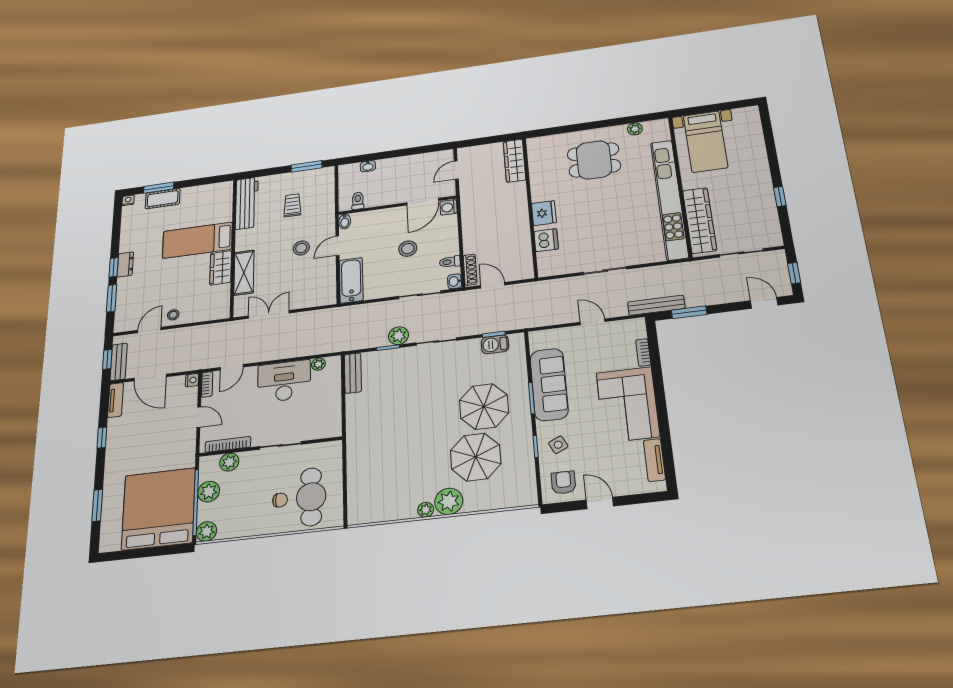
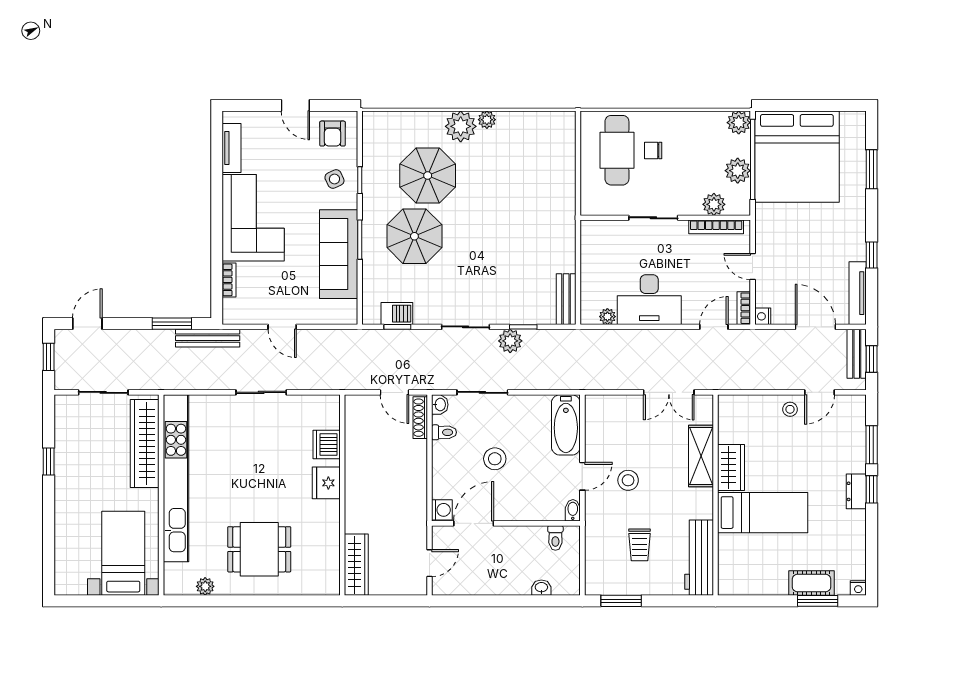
door: (764, 303) -> (87, 324), swing flipped
tv unit: (116, 400) -> (858, 293), width x1.41

